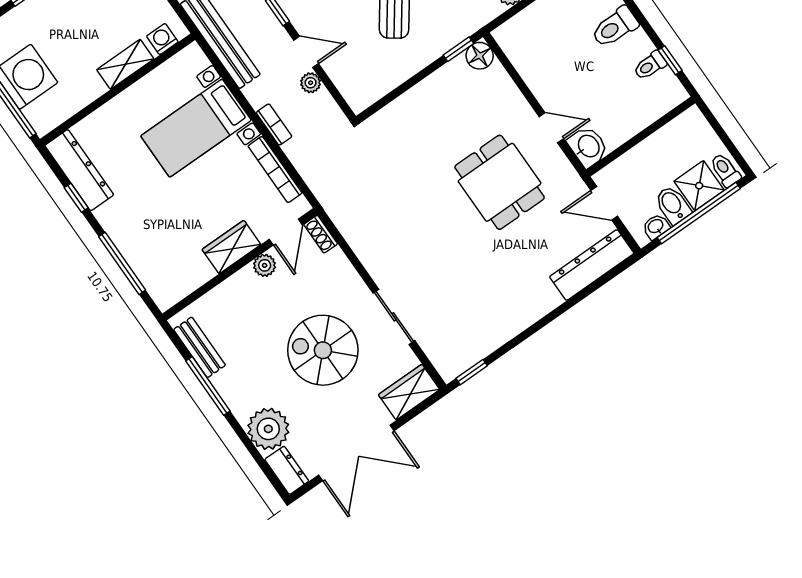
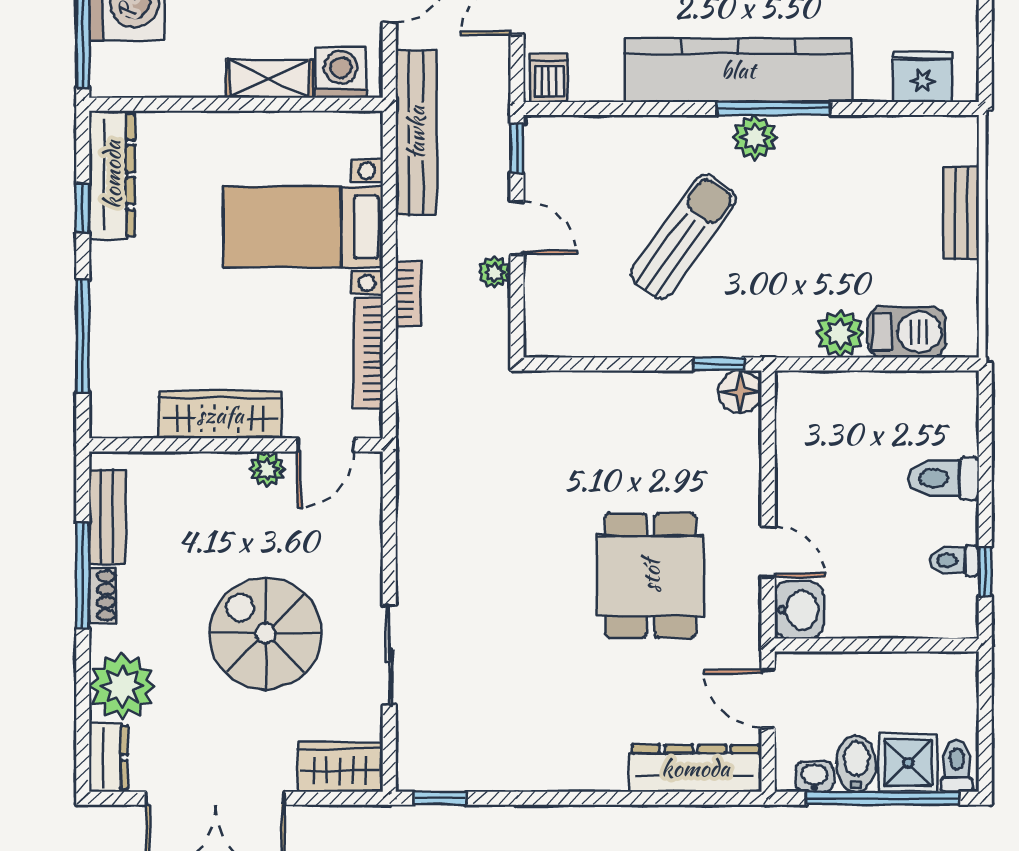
washing machine: (162, 39) -> (341, 72), width x1.38, depth x1.38
shoe rack: (321, 234) -> (103, 596), moved, turned 180
wardrobe: (231, 247) -> (220, 415), width x1.50

